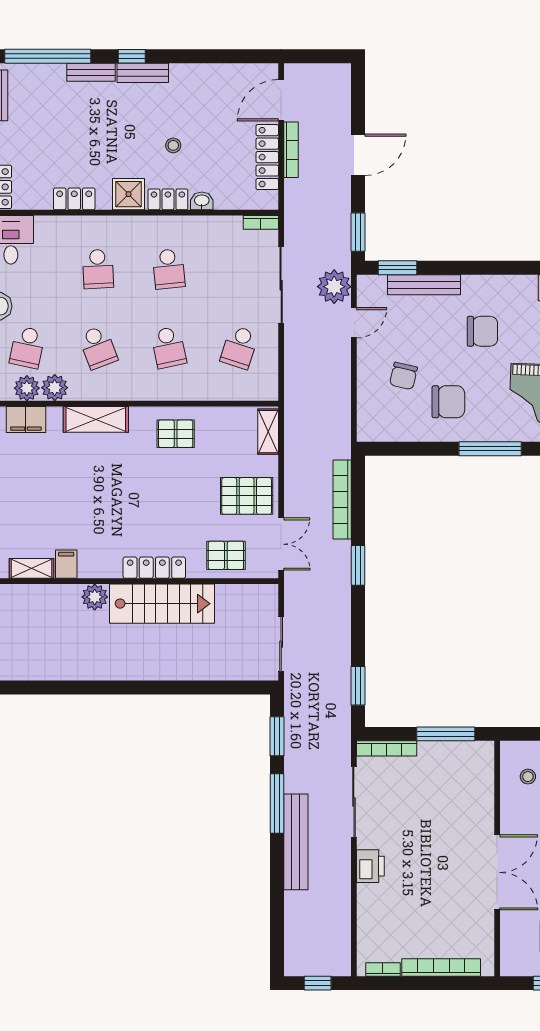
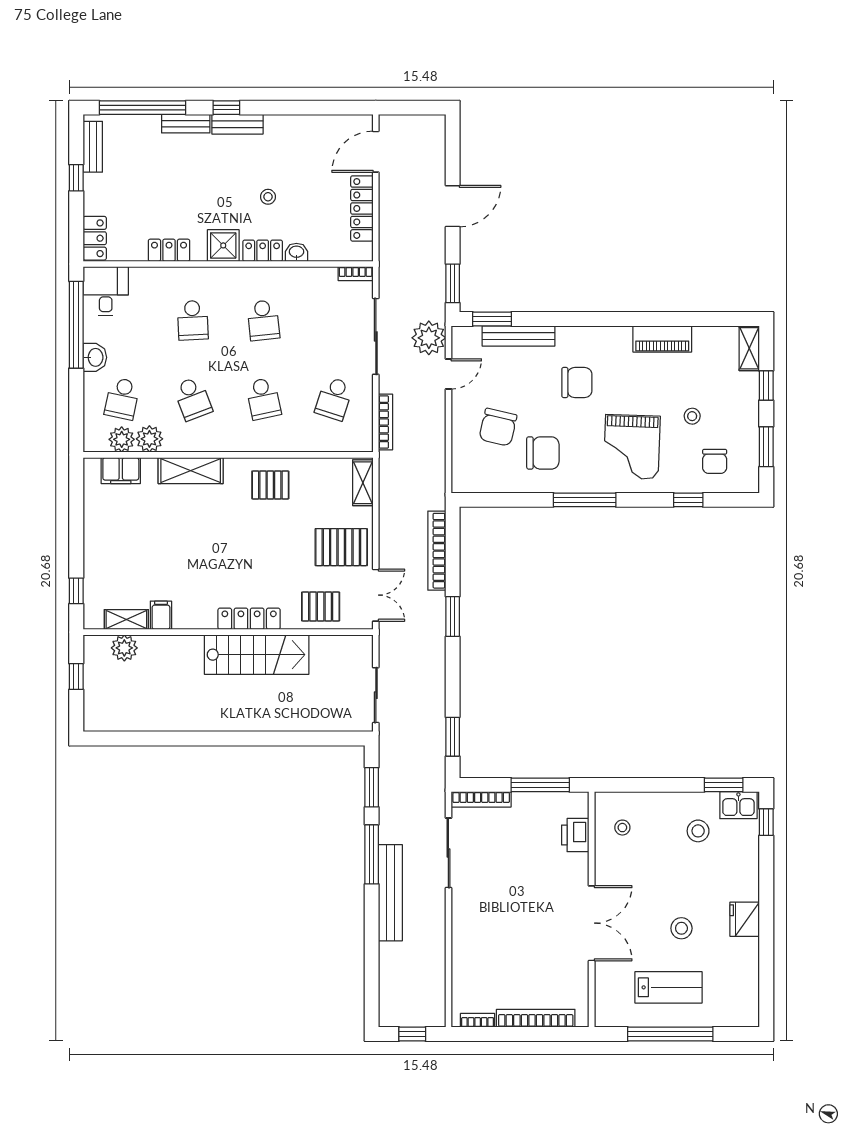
bookcase: (291, 150) -> (386, 422), moved
chair: (403, 376) -> (498, 427), width x1.37, depth x1.37
plant: (95, 597) -> (124, 648), moved
printer: (370, 866) -> (575, 835), moved, turned 180

